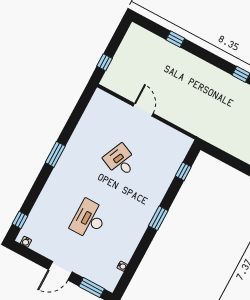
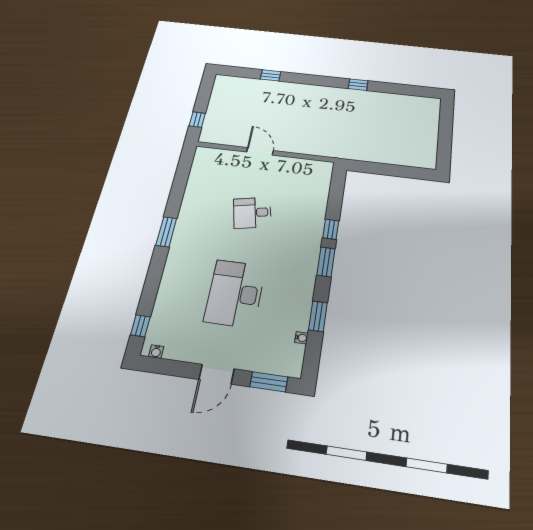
desk: (120, 161) -> (252, 213), turned -36
window: (183, 171) -> (331, 229), moved
desk: (89, 219) -> (235, 293), width x1.36, depth x1.30
window: (138, 255) -> (318, 316), added

